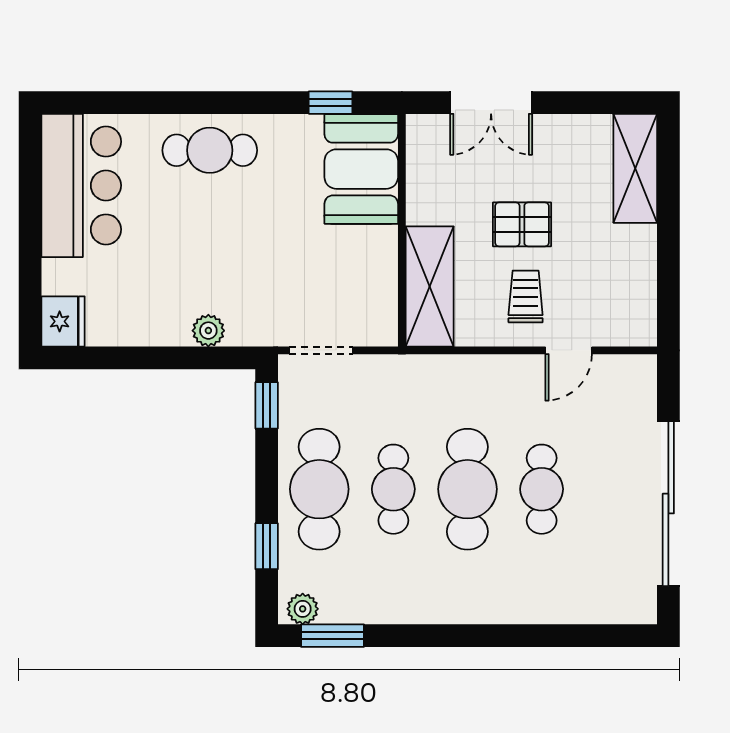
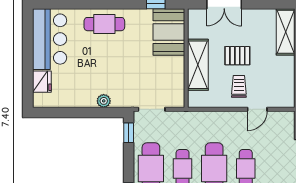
shelving: (430, 286) -> (198, 65), moved
fridge: (63, 321) -> (42, 82), moved

